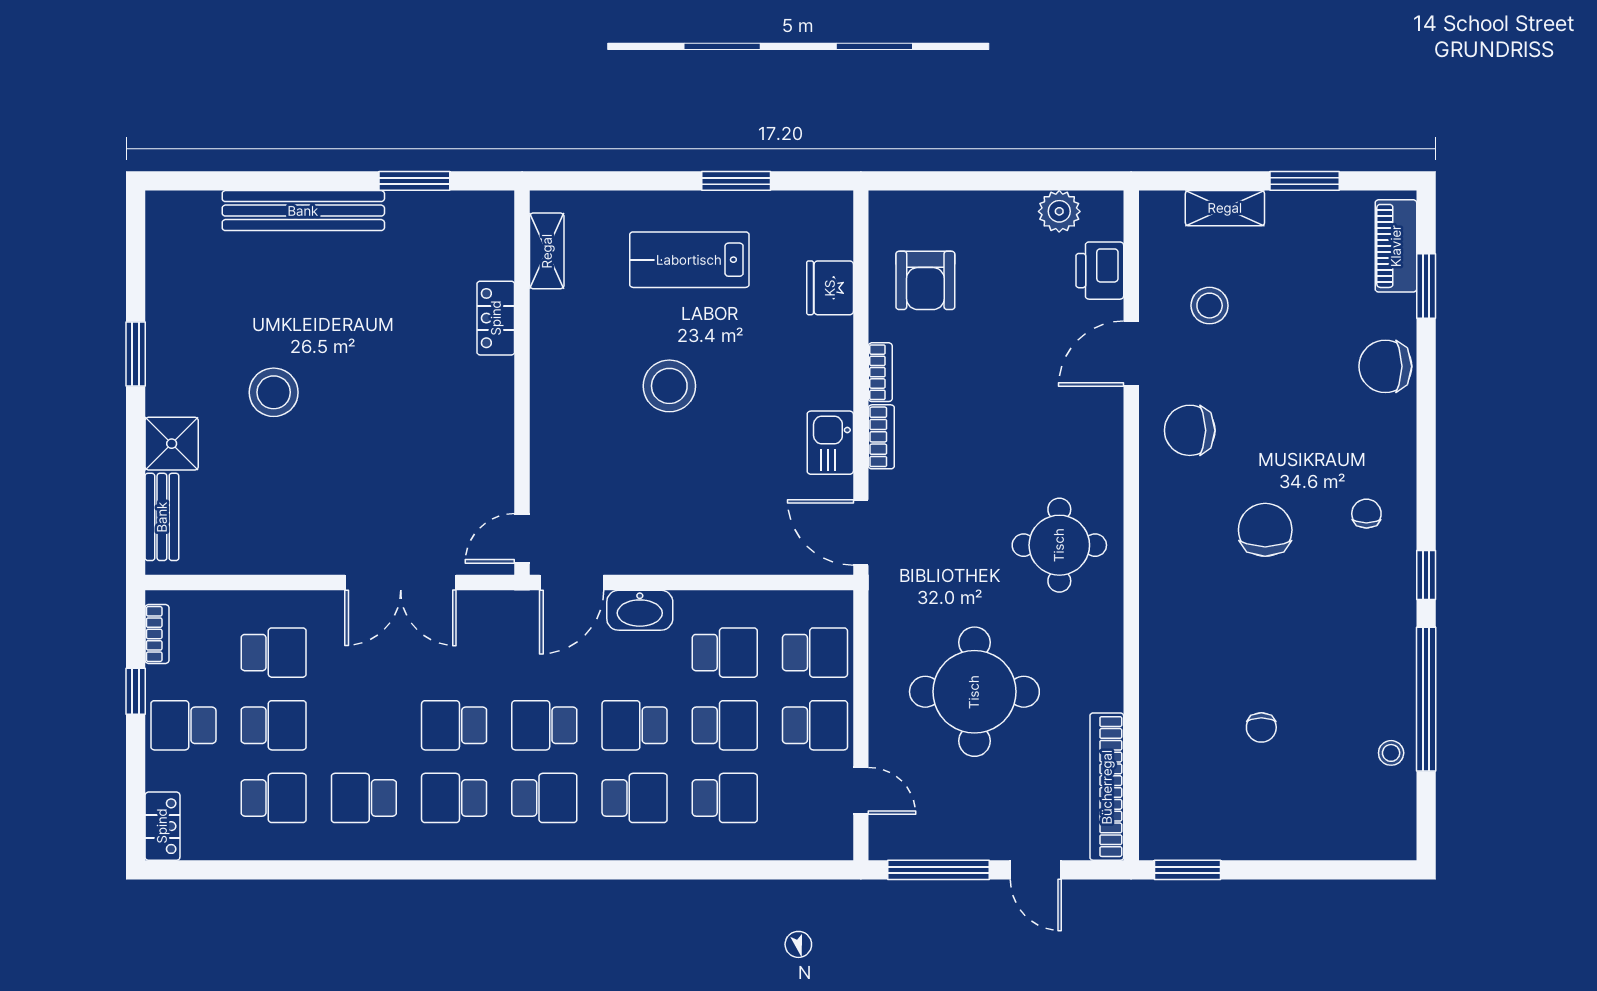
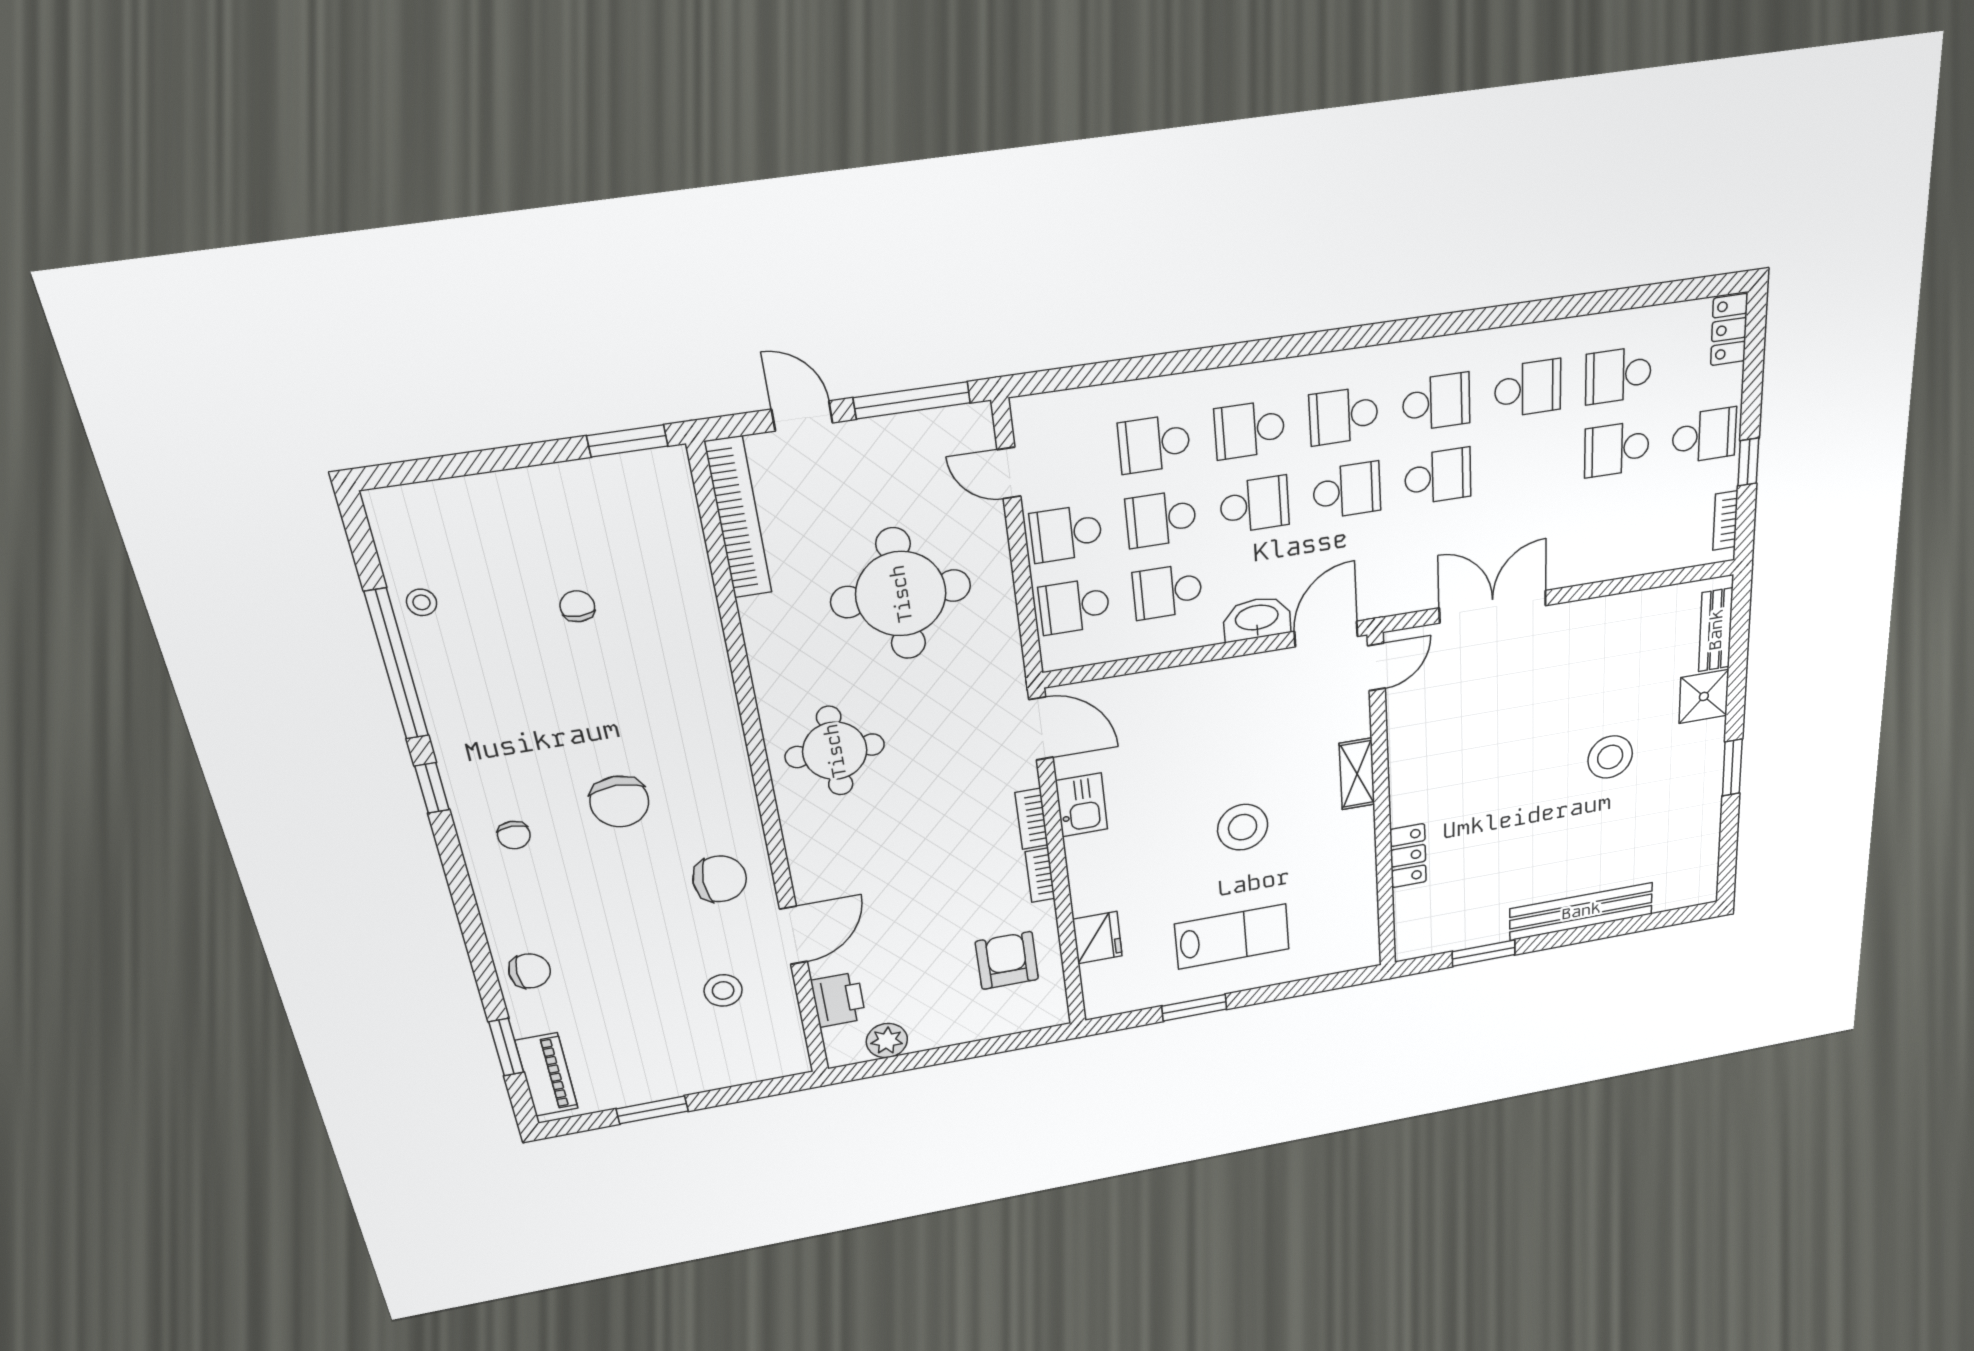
shelving: (1225, 208) -> (726, 1073), removed
shelving: (547, 251) -> (1357, 774), moved
chair: (1385, 366) -> (530, 971), width x0.73, depth x0.73
school desk: (274, 653) -> (1615, 520), removed

